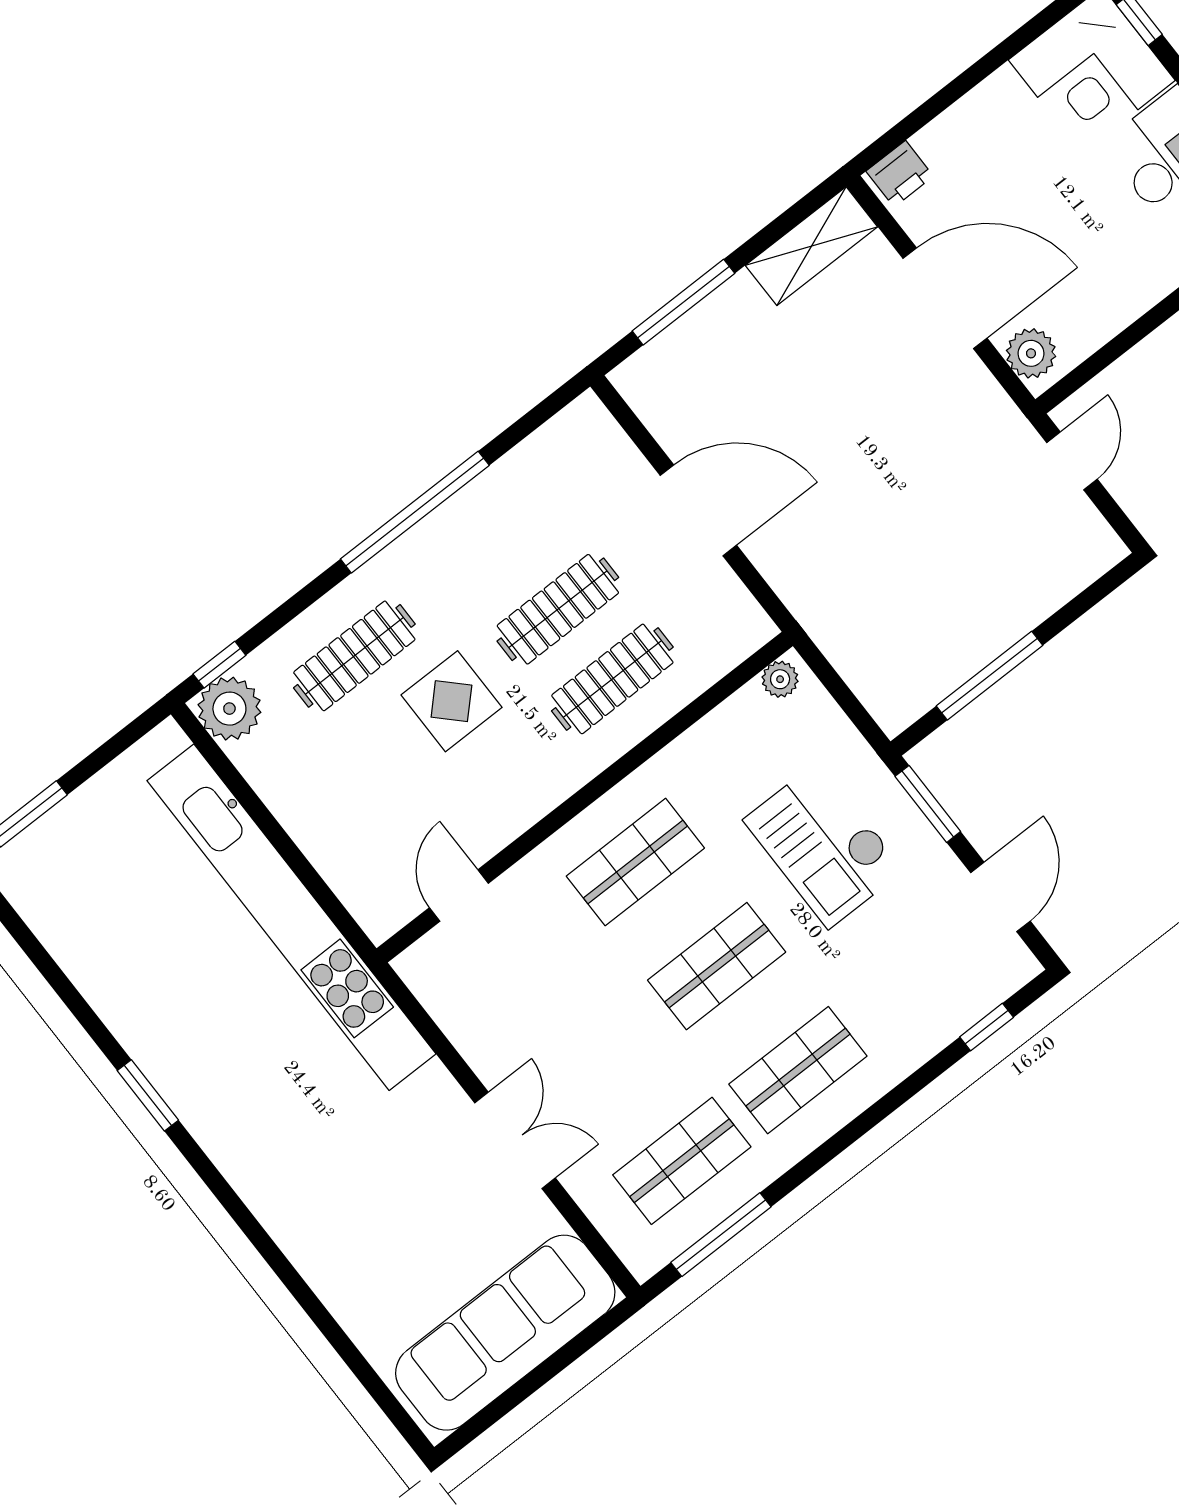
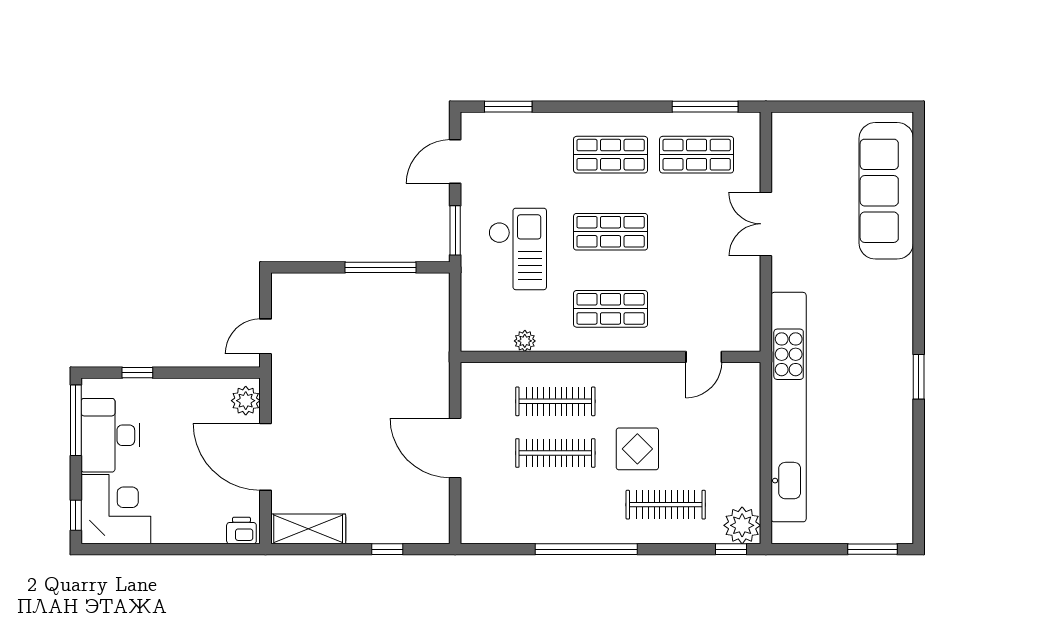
window: (683, 302) -> (387, 549), width x0.46
plant: (780, 679) -> (525, 341), moved
window: (987, 1027) -> (508, 107), width x1.50
sofa: (505, 1333) -> (886, 191), moved, turned 90

